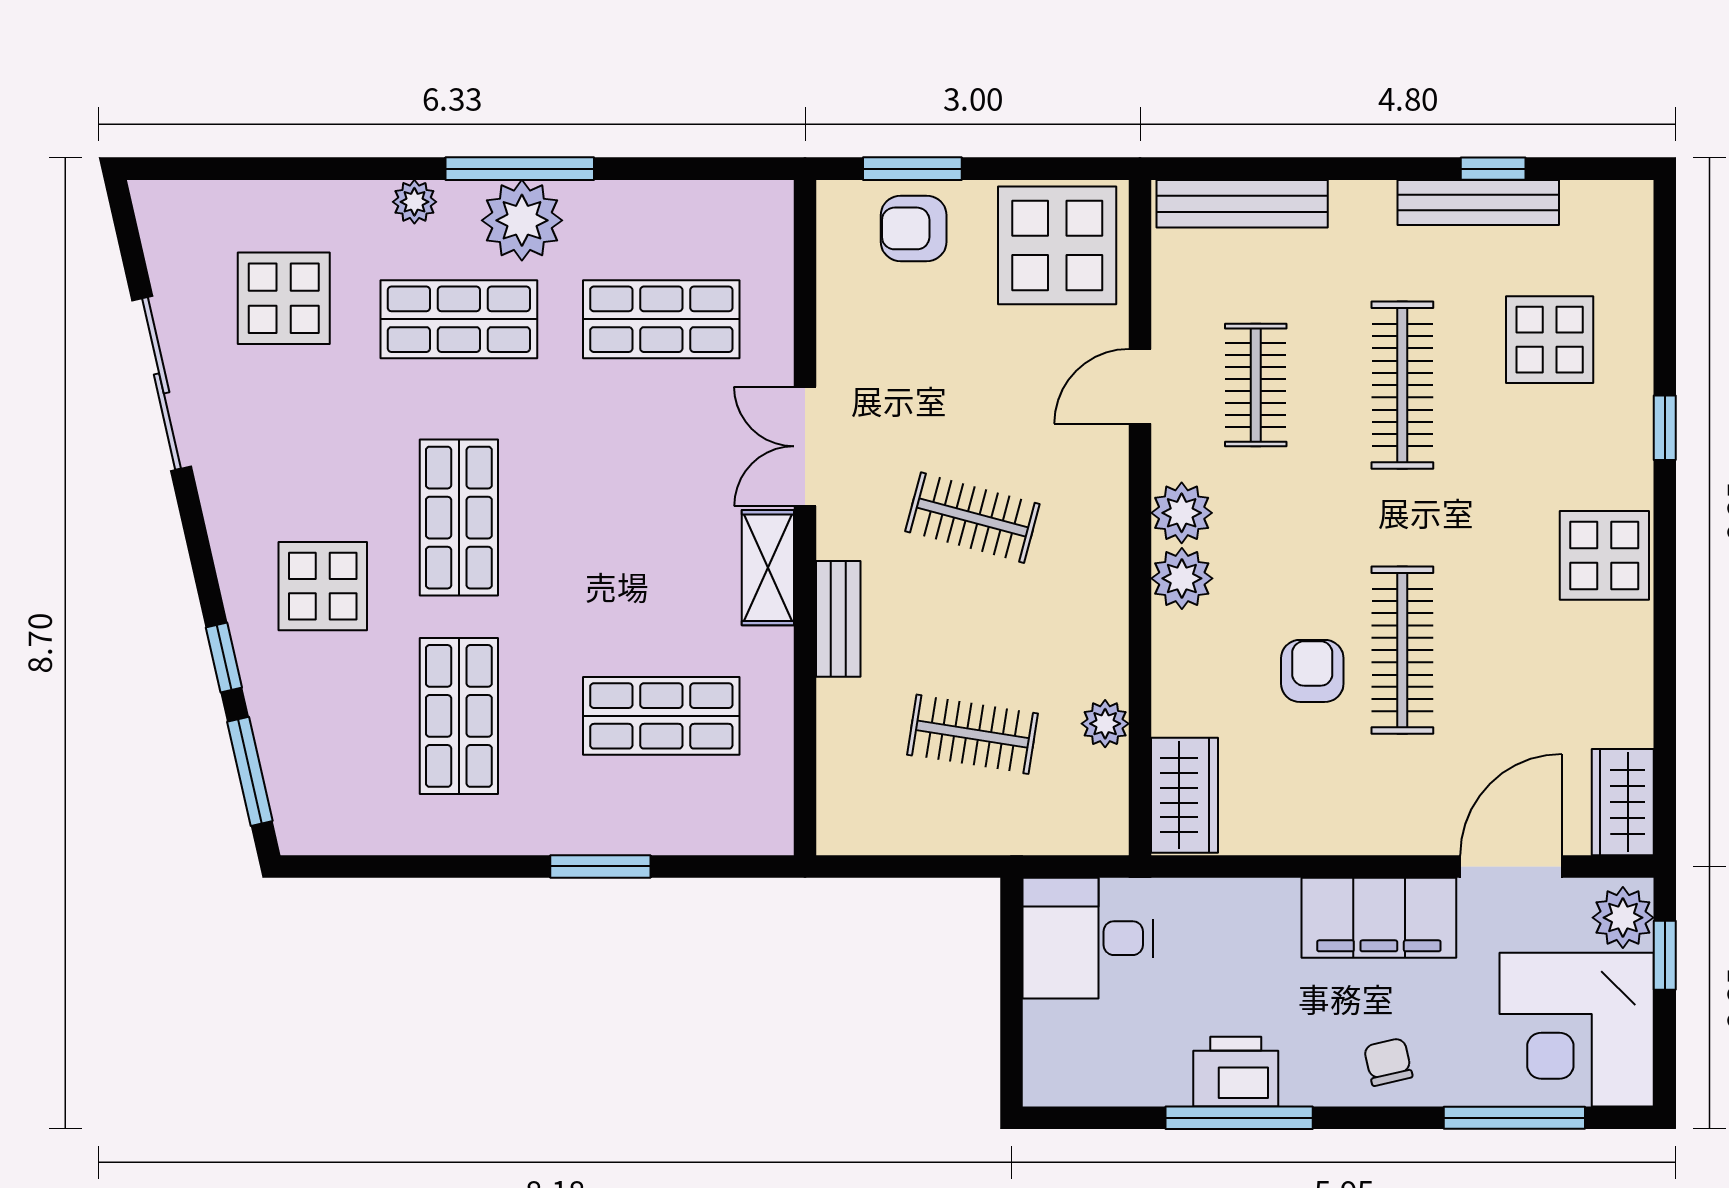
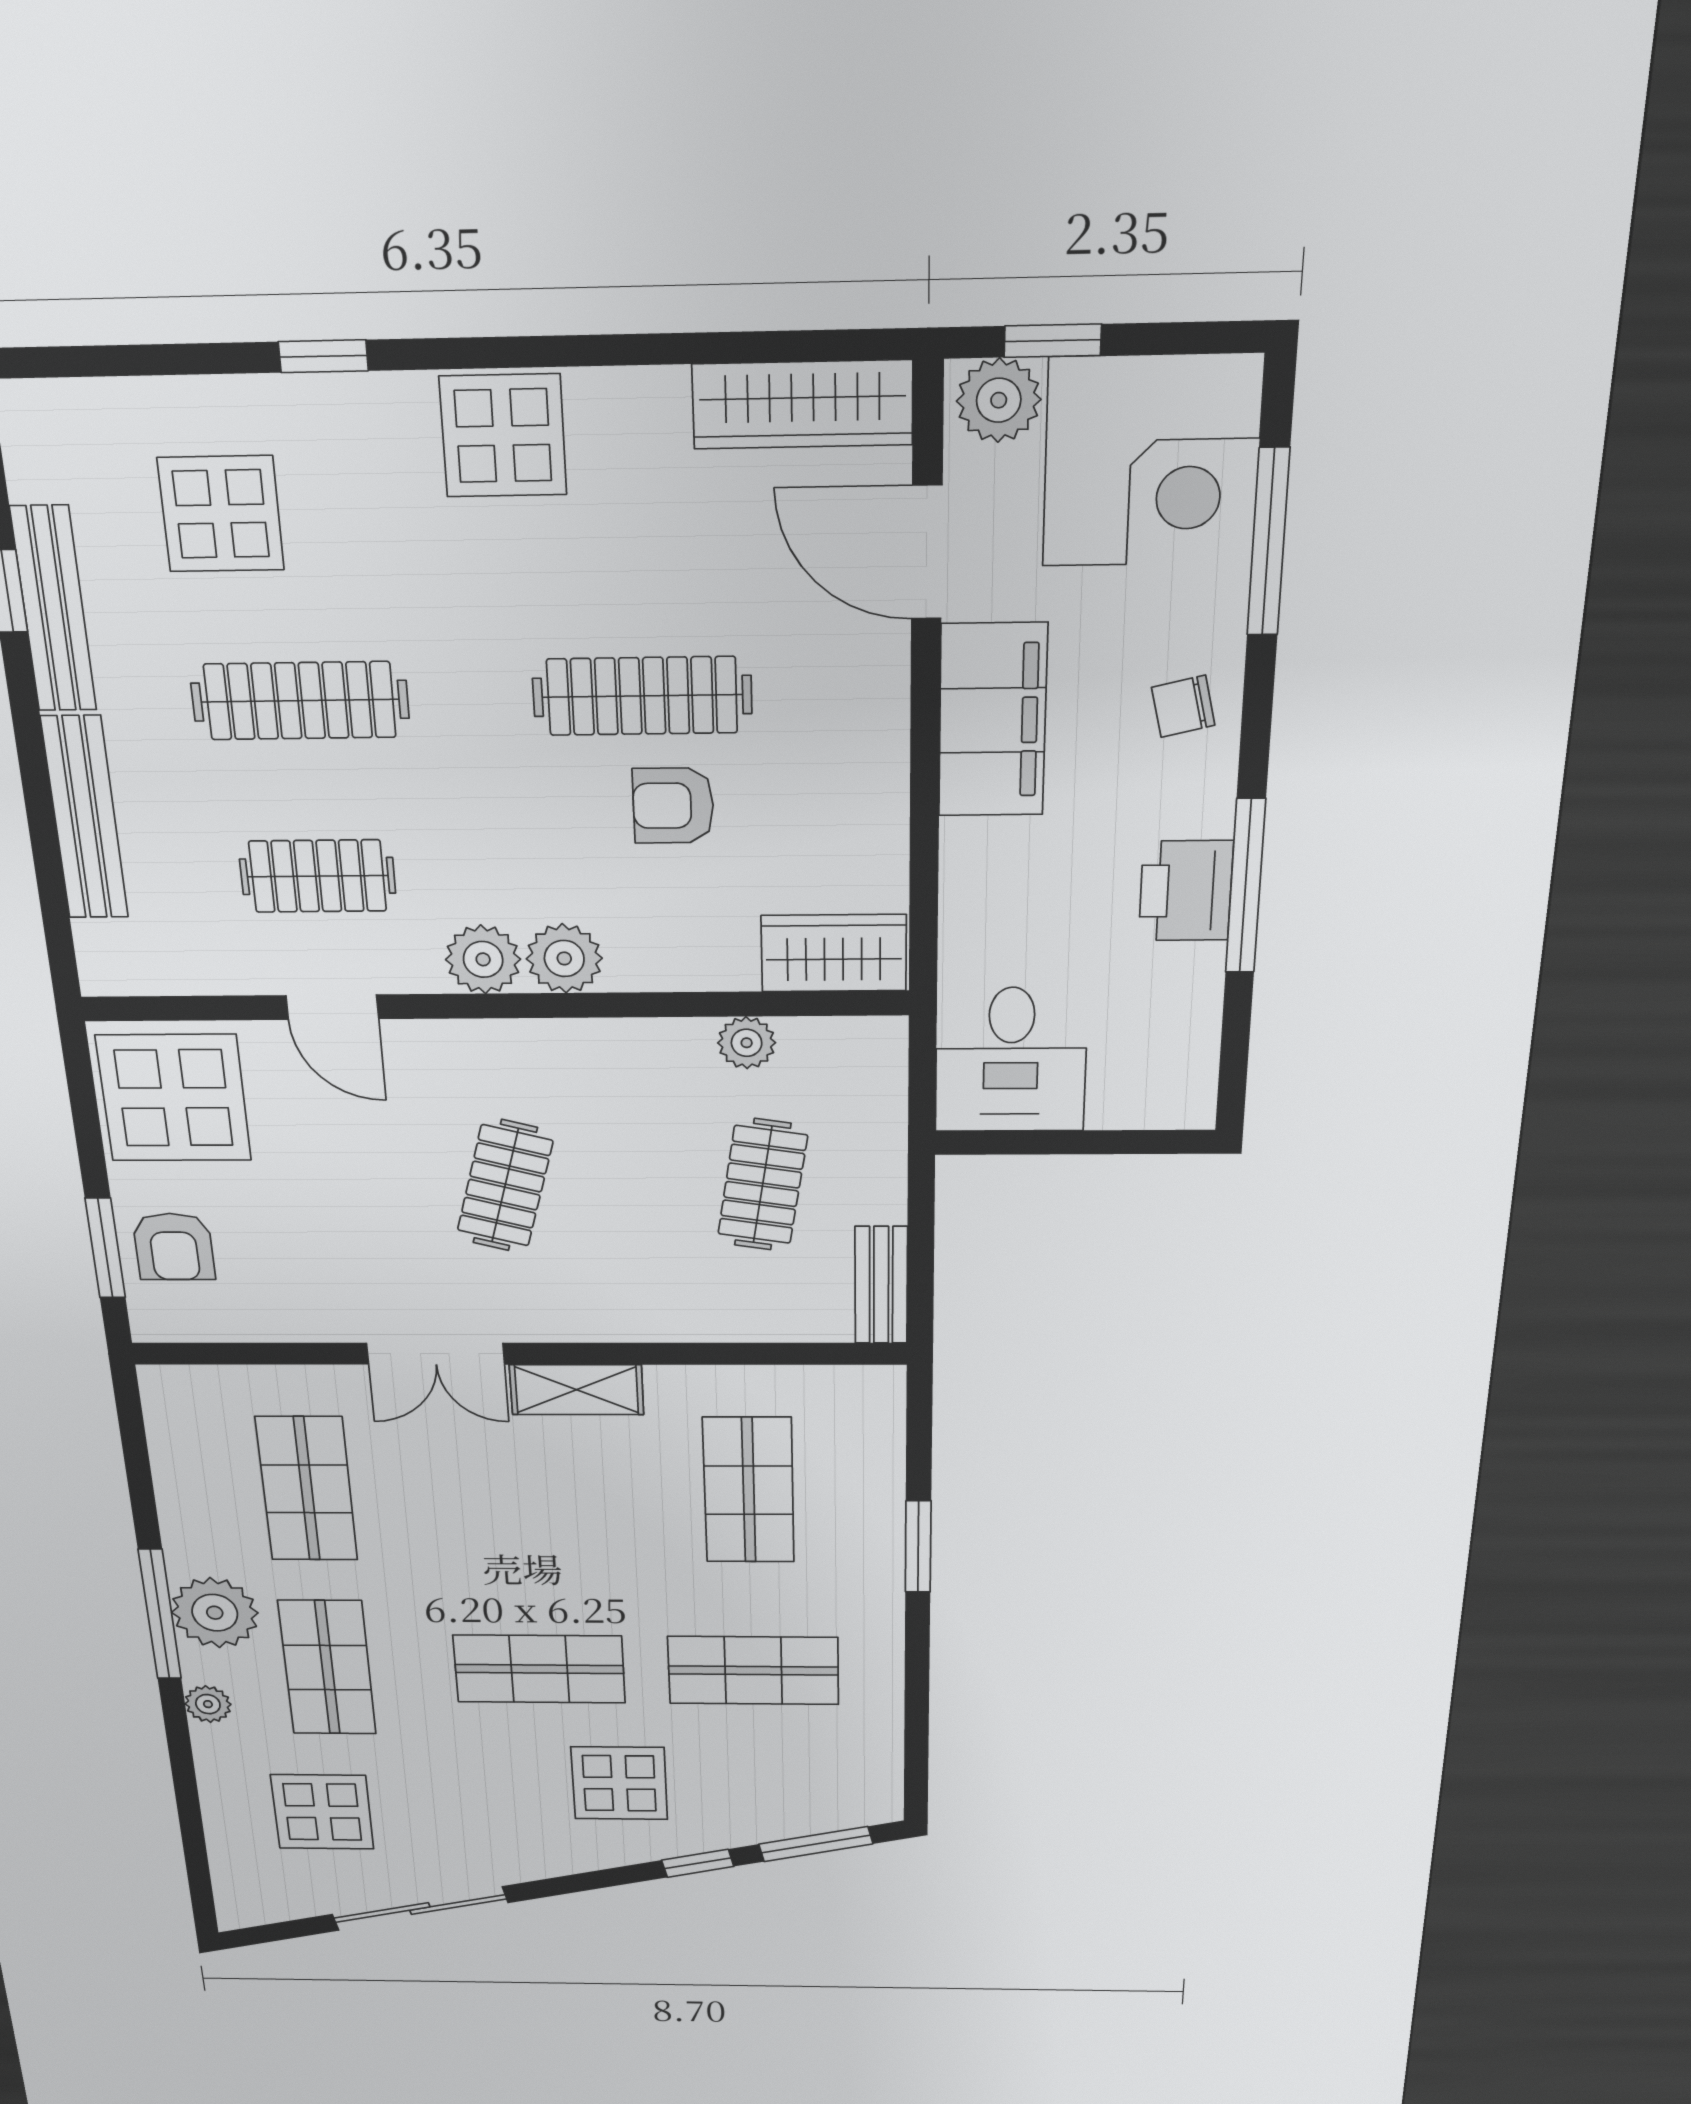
bench: (1242, 204) -> (85, 818), moved
bench: (838, 619) -> (881, 1285), moved, turned 90
wardrobe: (1623, 802) -> (802, 405), width x1.50

